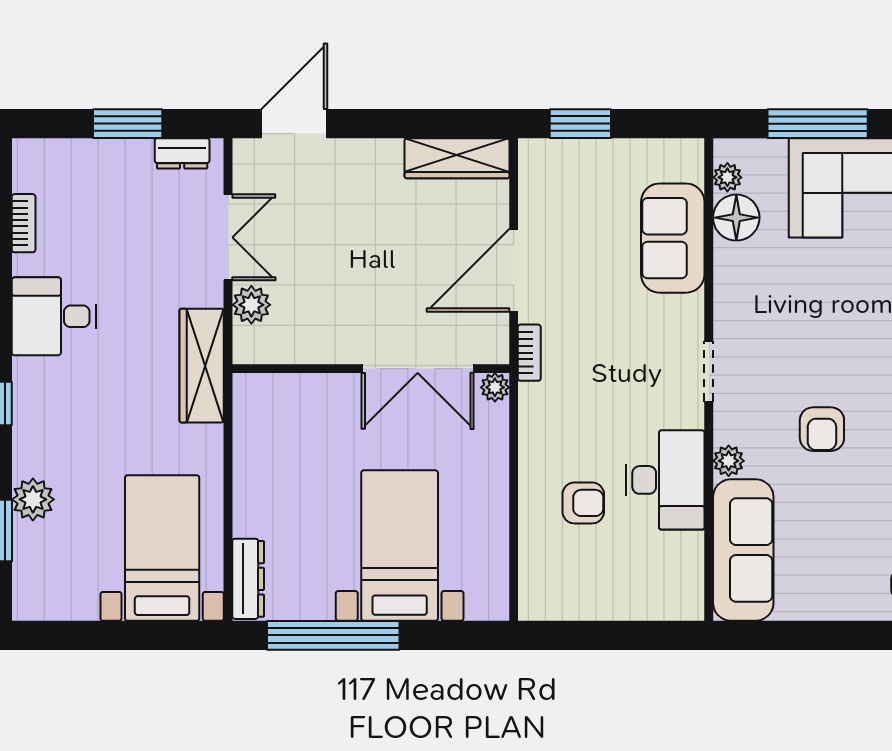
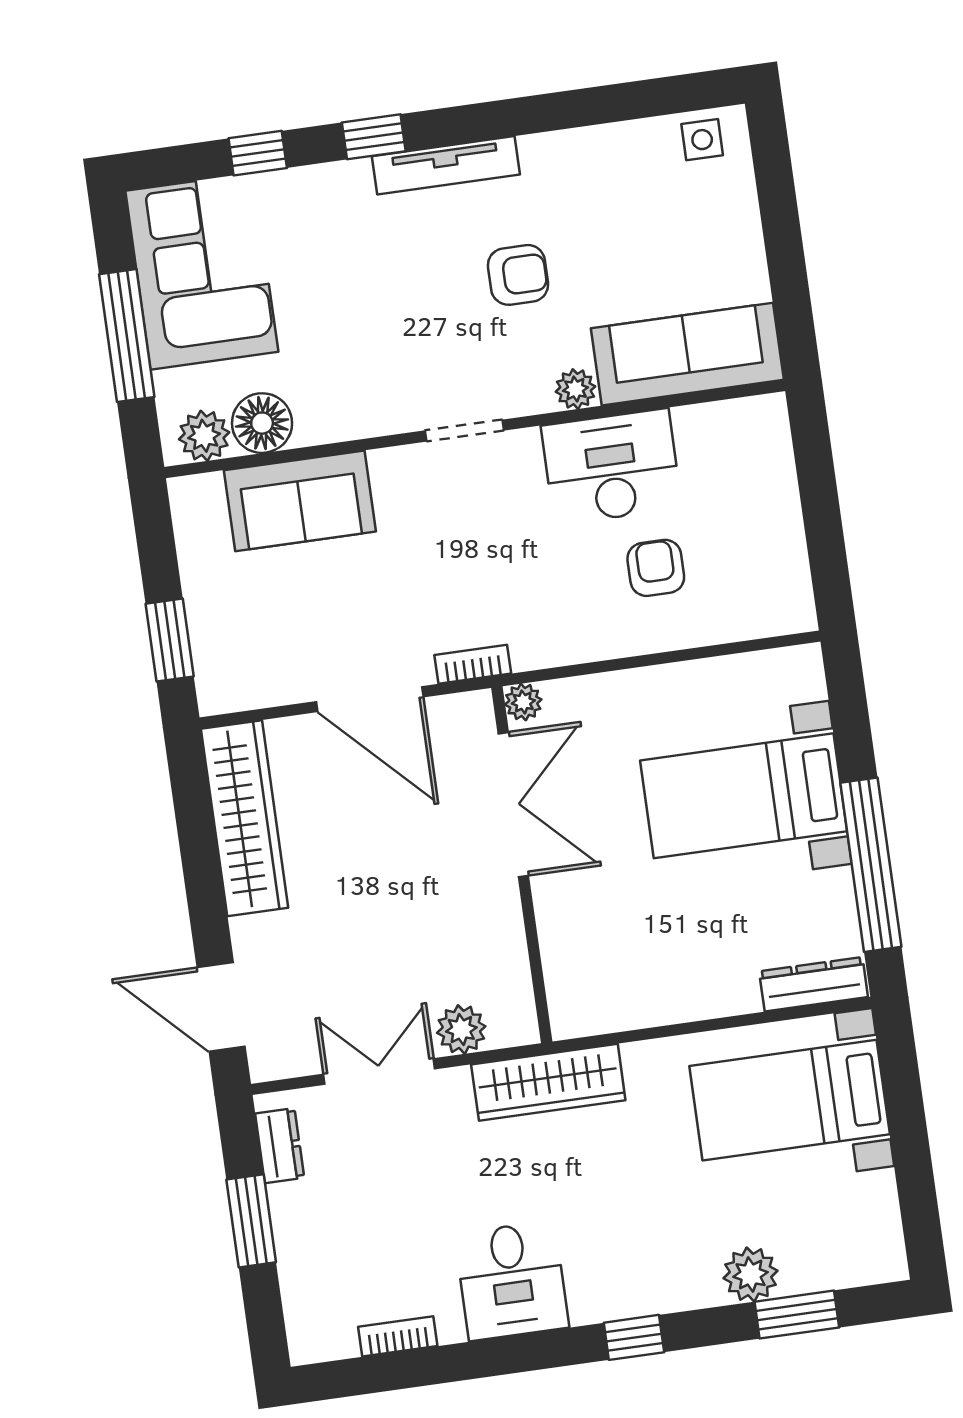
wardrobe: (457, 158) -> (245, 818), width x1.40, depth x1.17
plant: (727, 177) -> (204, 436), width x1.38, depth x1.38

